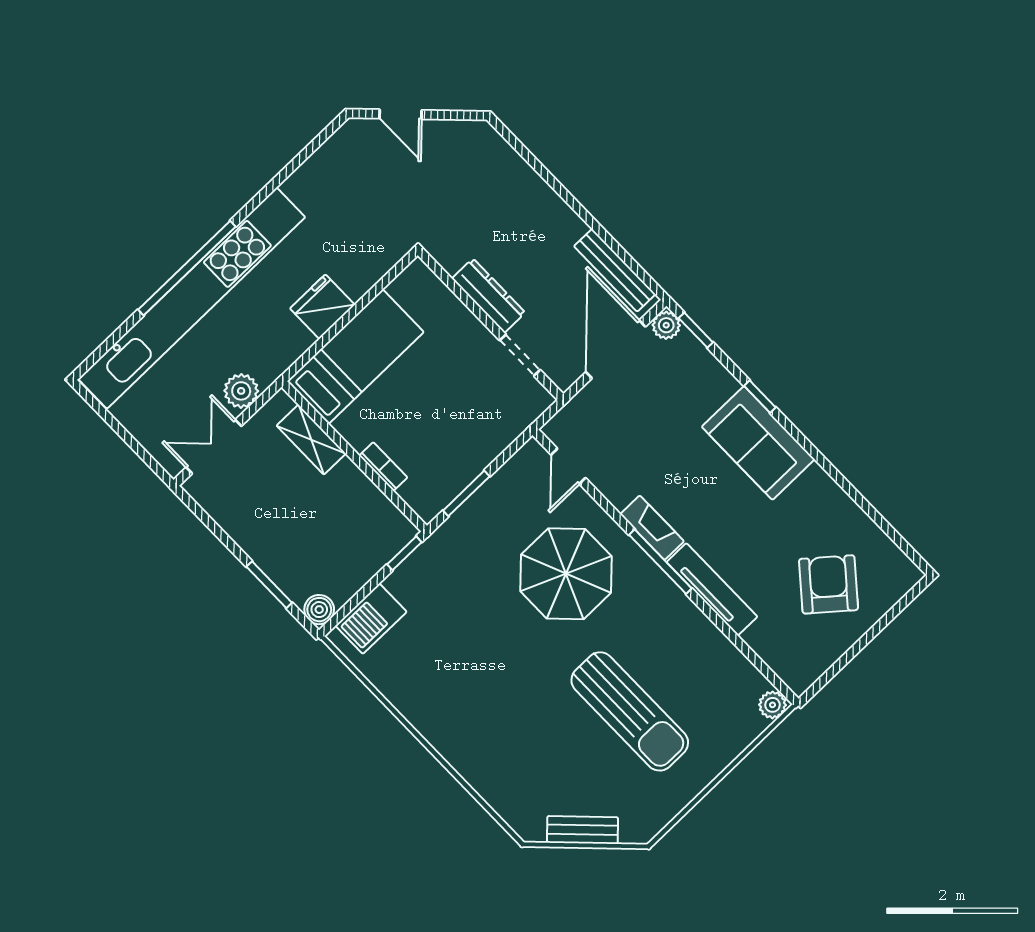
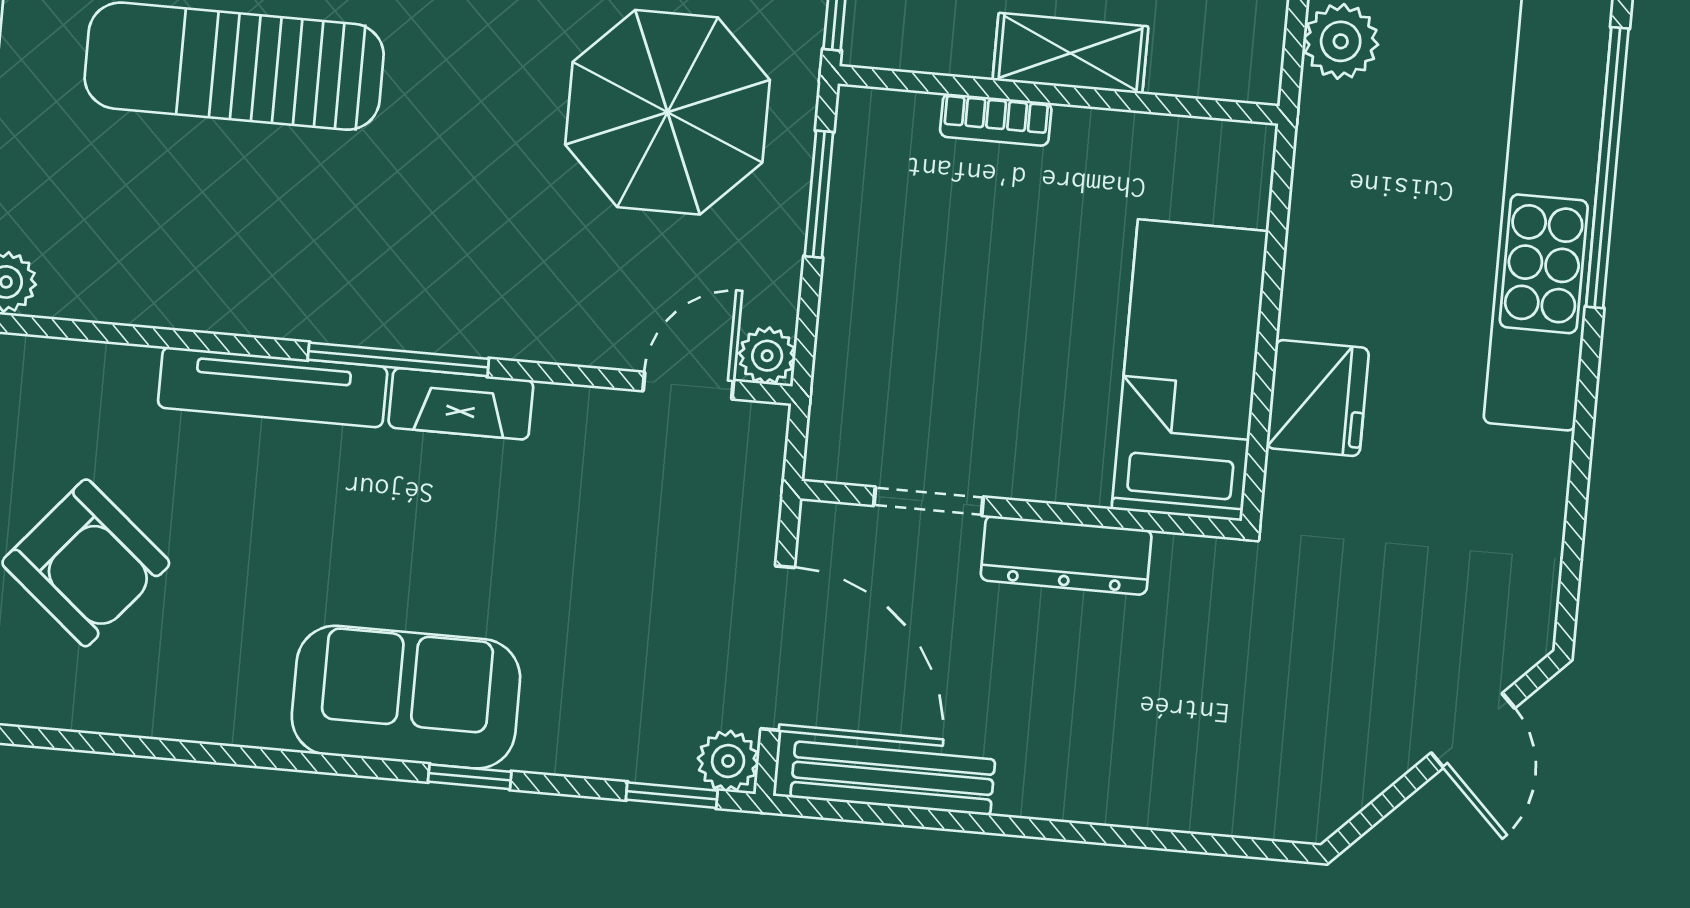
door: (401, 114) -> (1473, 730), swing flipped
fridge: (322, 307) -> (1318, 398), moved
bed: (356, 357) -> (1190, 370), moved, turned 180
shelving: (311, 440) -> (1070, 53), moved
plant: (532, 453) -> (767, 356), added
door: (568, 466) -> (688, 386), hinge flipped
parasol: (566, 574) -> (667, 112), moved

